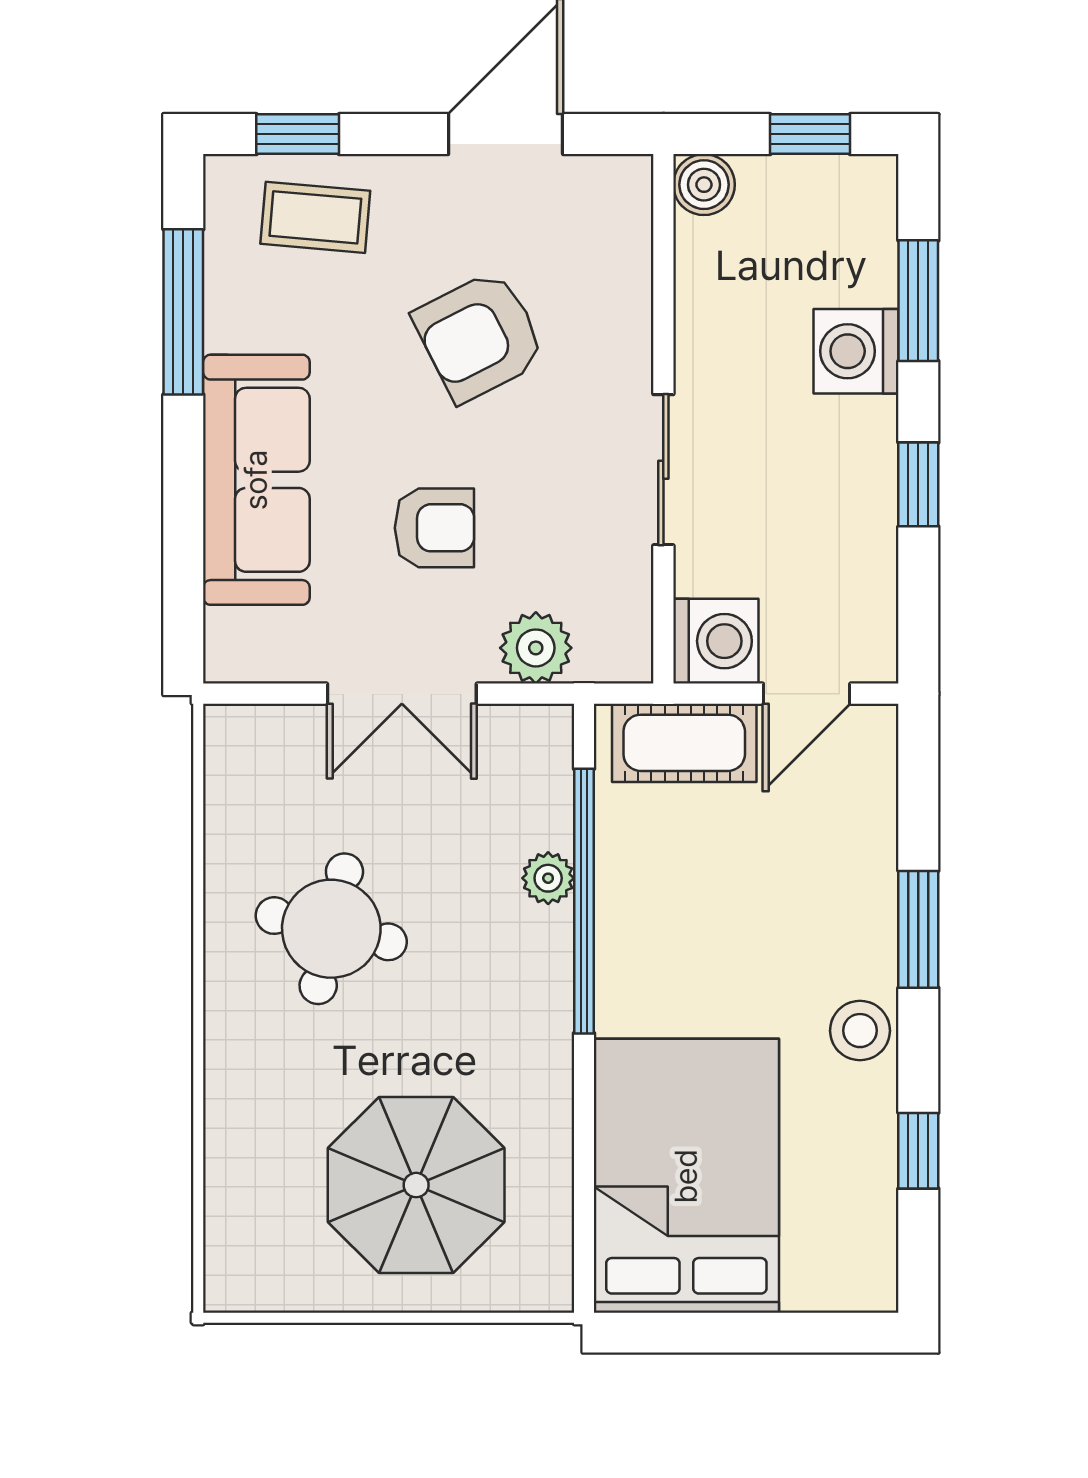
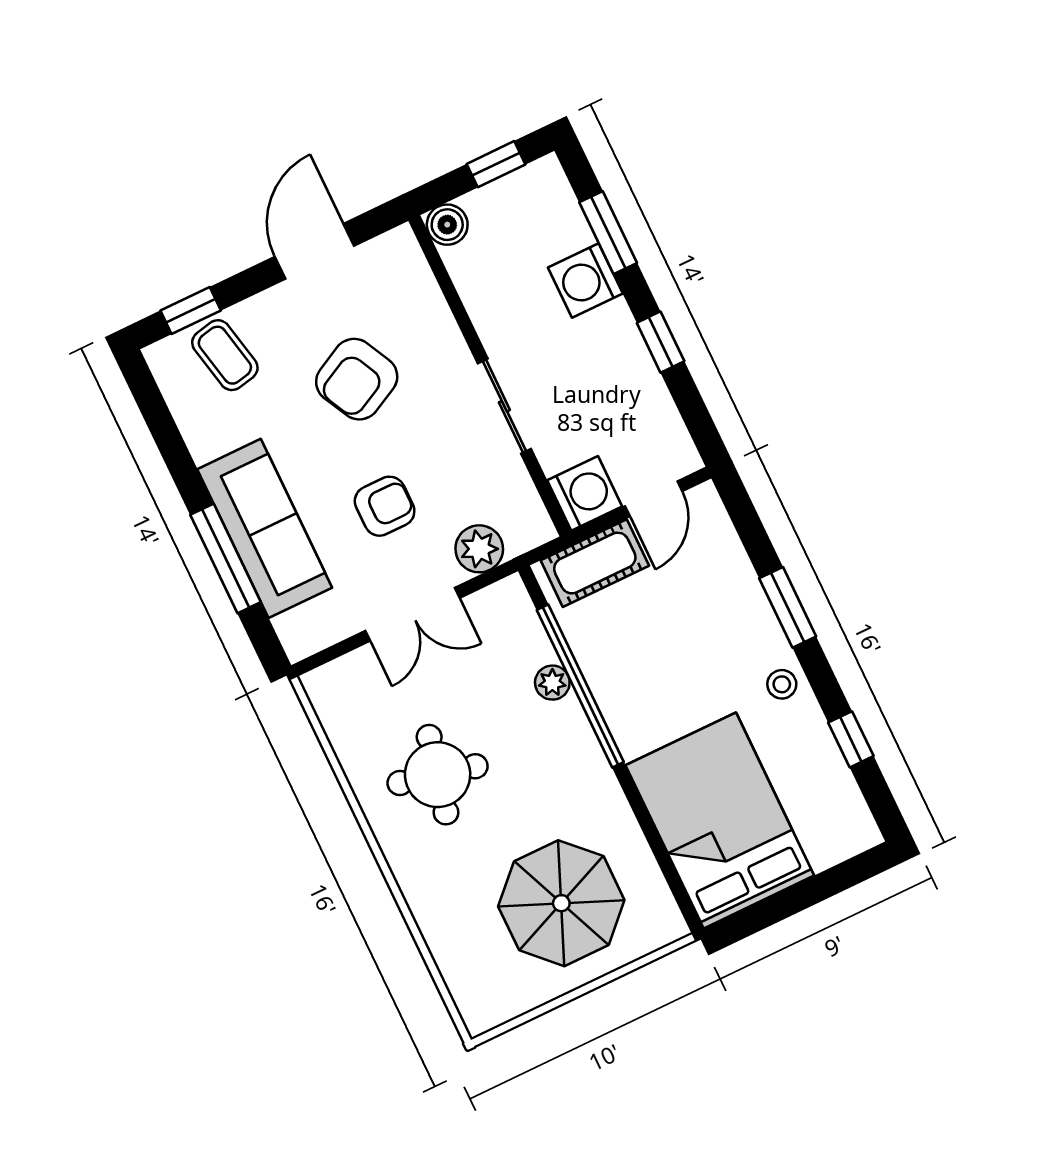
coffee table: (315, 217) -> (225, 355), turned 73
window: (183, 312) -> (226, 558), moved
stool: (860, 1031) -> (782, 684), width x0.73, depth x0.73

